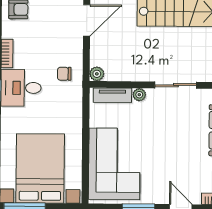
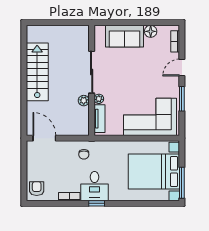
plant: (97, 74) -> (84, 101), moved
sliding door: (176, 85) -> (92, 72), width x1.37

